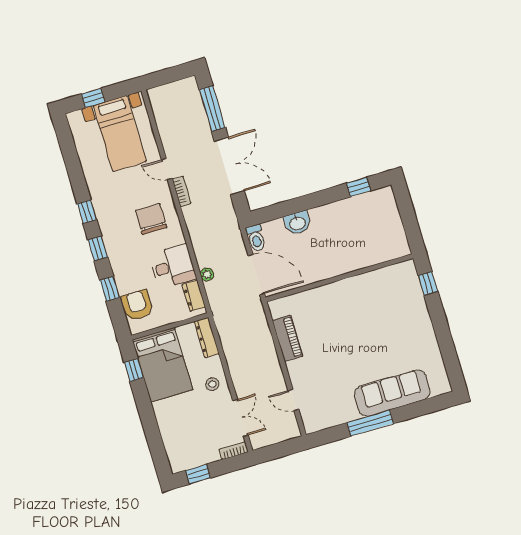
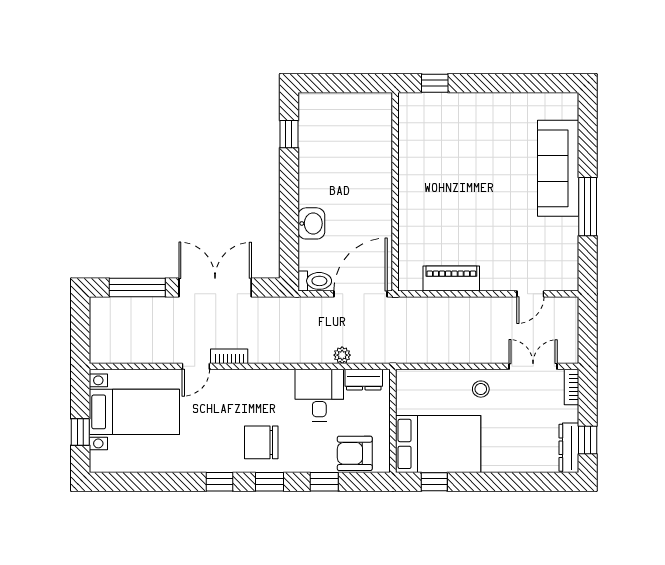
chair: (151, 219) -> (261, 442), moved
dresser: (207, 337) -> (569, 448), moved, turned 90

